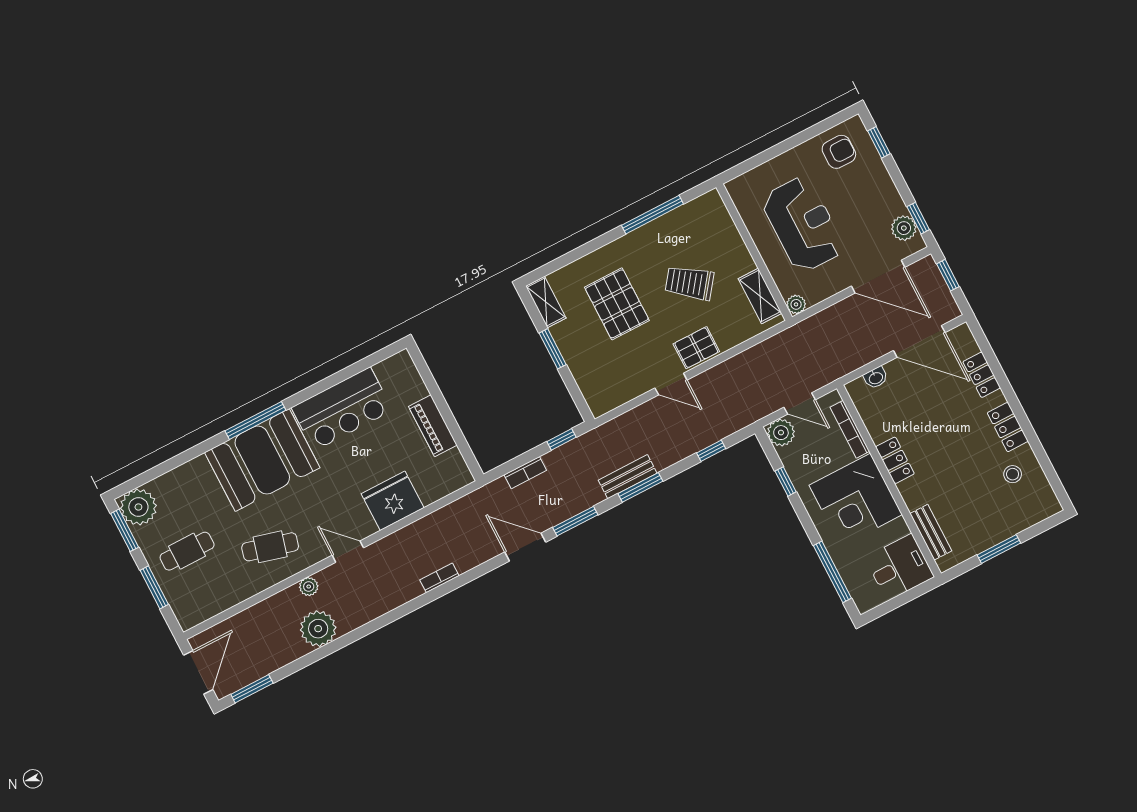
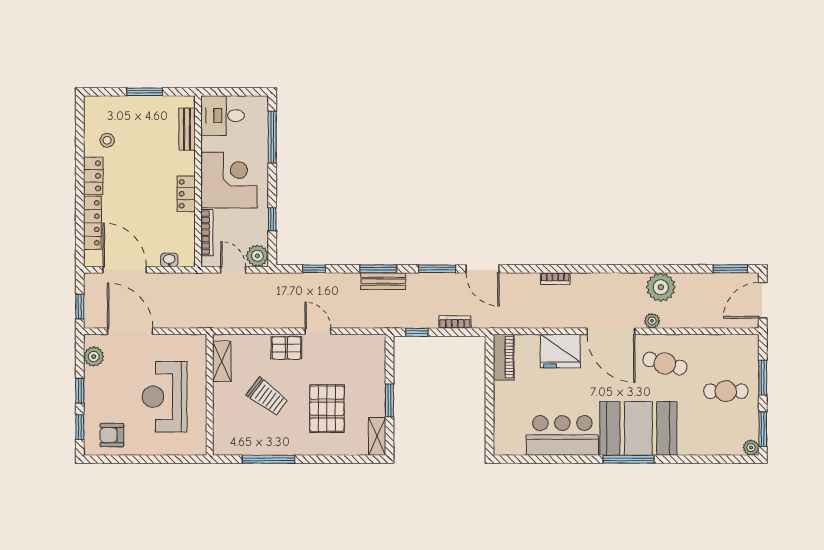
window: (918, 218) -> (80, 391), moved
plant: (796, 304) -> (199, 342), removed
locker: (982, 375) -> (92, 223), width x1.53
piano: (433, 426) -> (504, 357), moved
plant: (138, 507) -> (751, 448), width x0.53, depth x0.53
door: (348, 552) -> (611, 331), width x1.87

